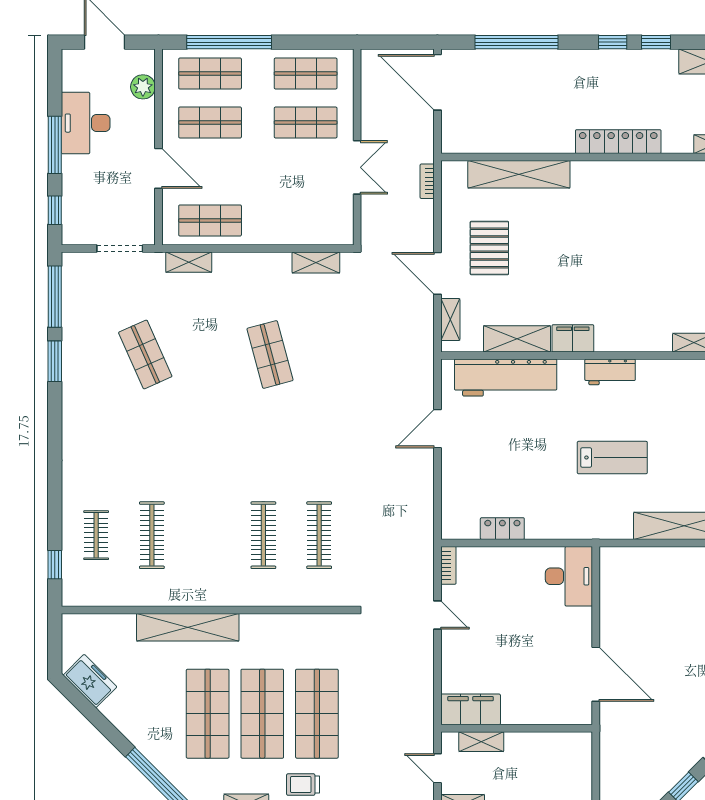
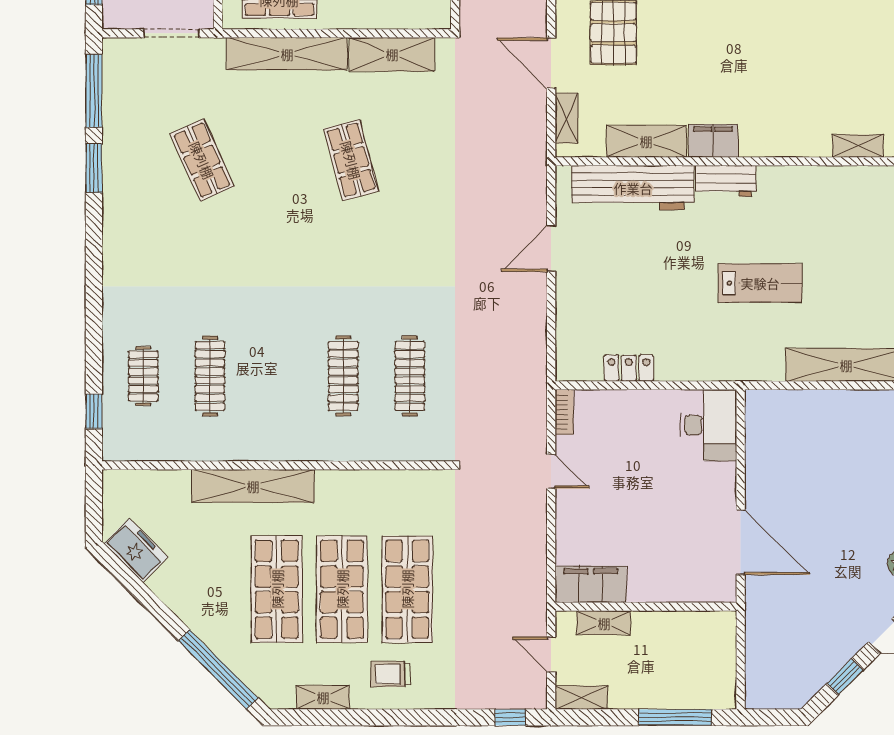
shelving: (189, 262) -> (287, 54), width x2.20, depth x1.33
shelving: (316, 263) -> (392, 54), width x1.50, depth x1.33
workbench: (610, 372) -> (726, 181), moved

